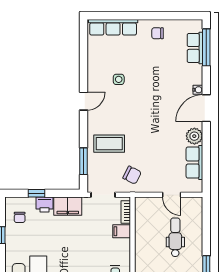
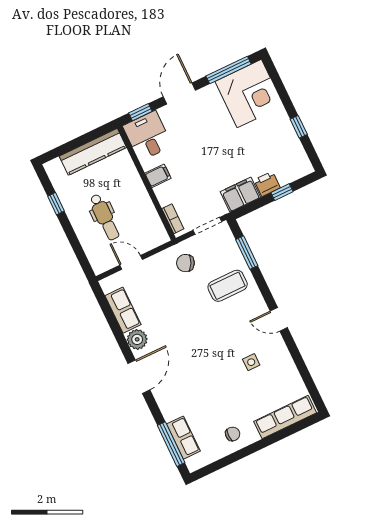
water cooler: (198, 90) -> (158, 393), removed
door: (83, 101) -> (279, 319), hinge flipped
chair: (20, 217) -> (288, 156), removed
filing cabinet: (122, 231) -> (158, 176), moved

